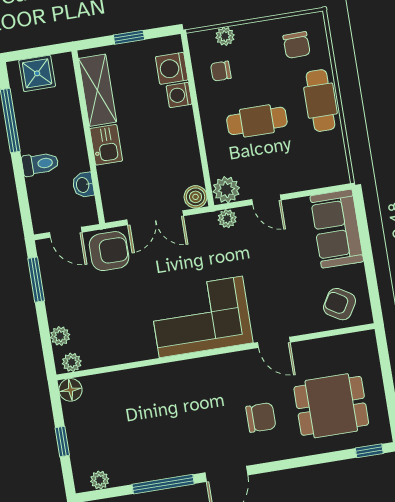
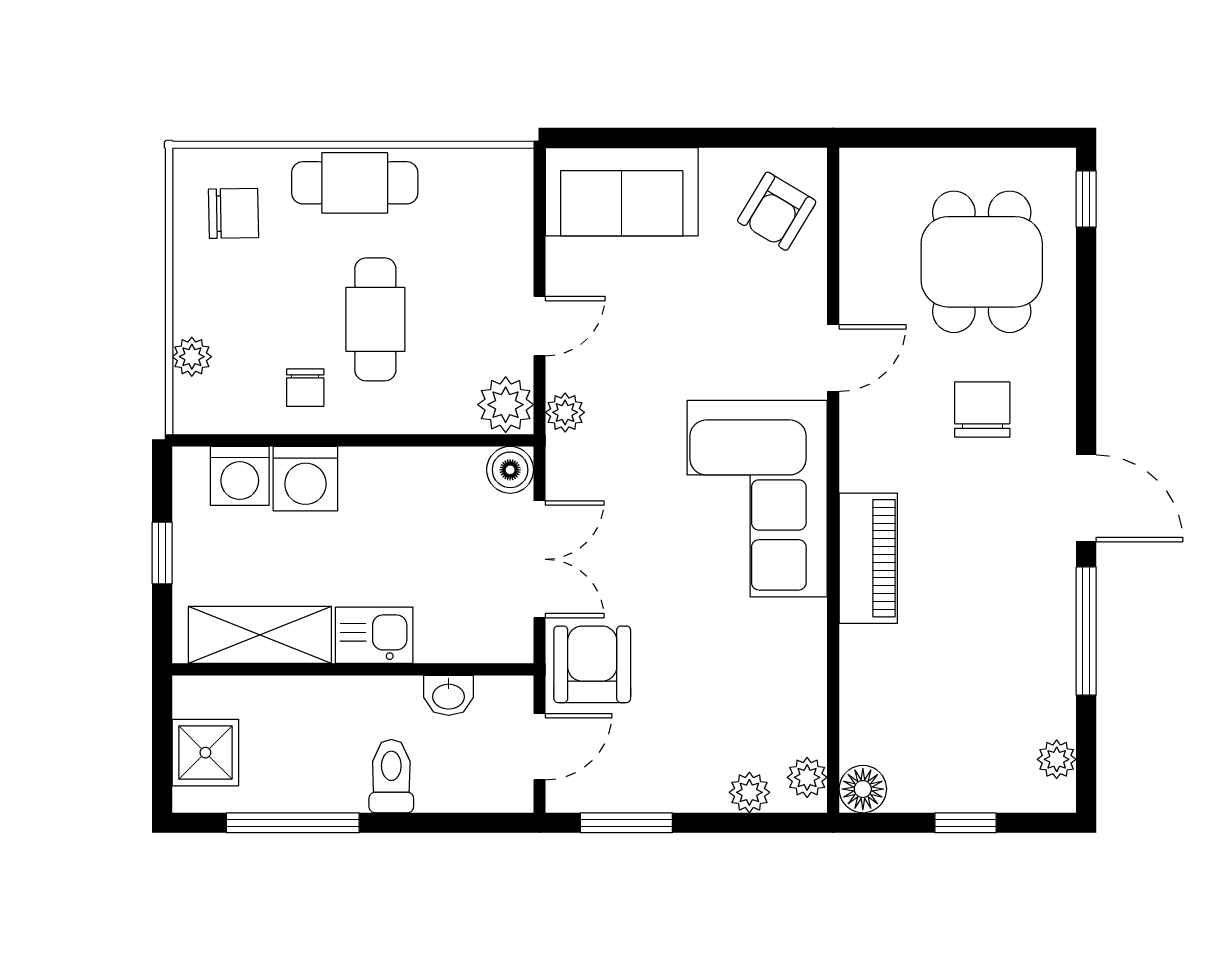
chair: (221, 71) -> (305, 388), moved
washing machine: (179, 95) -> (305, 479), width x1.38, depth x1.38
piano: (181, 375) -> (868, 558), added

